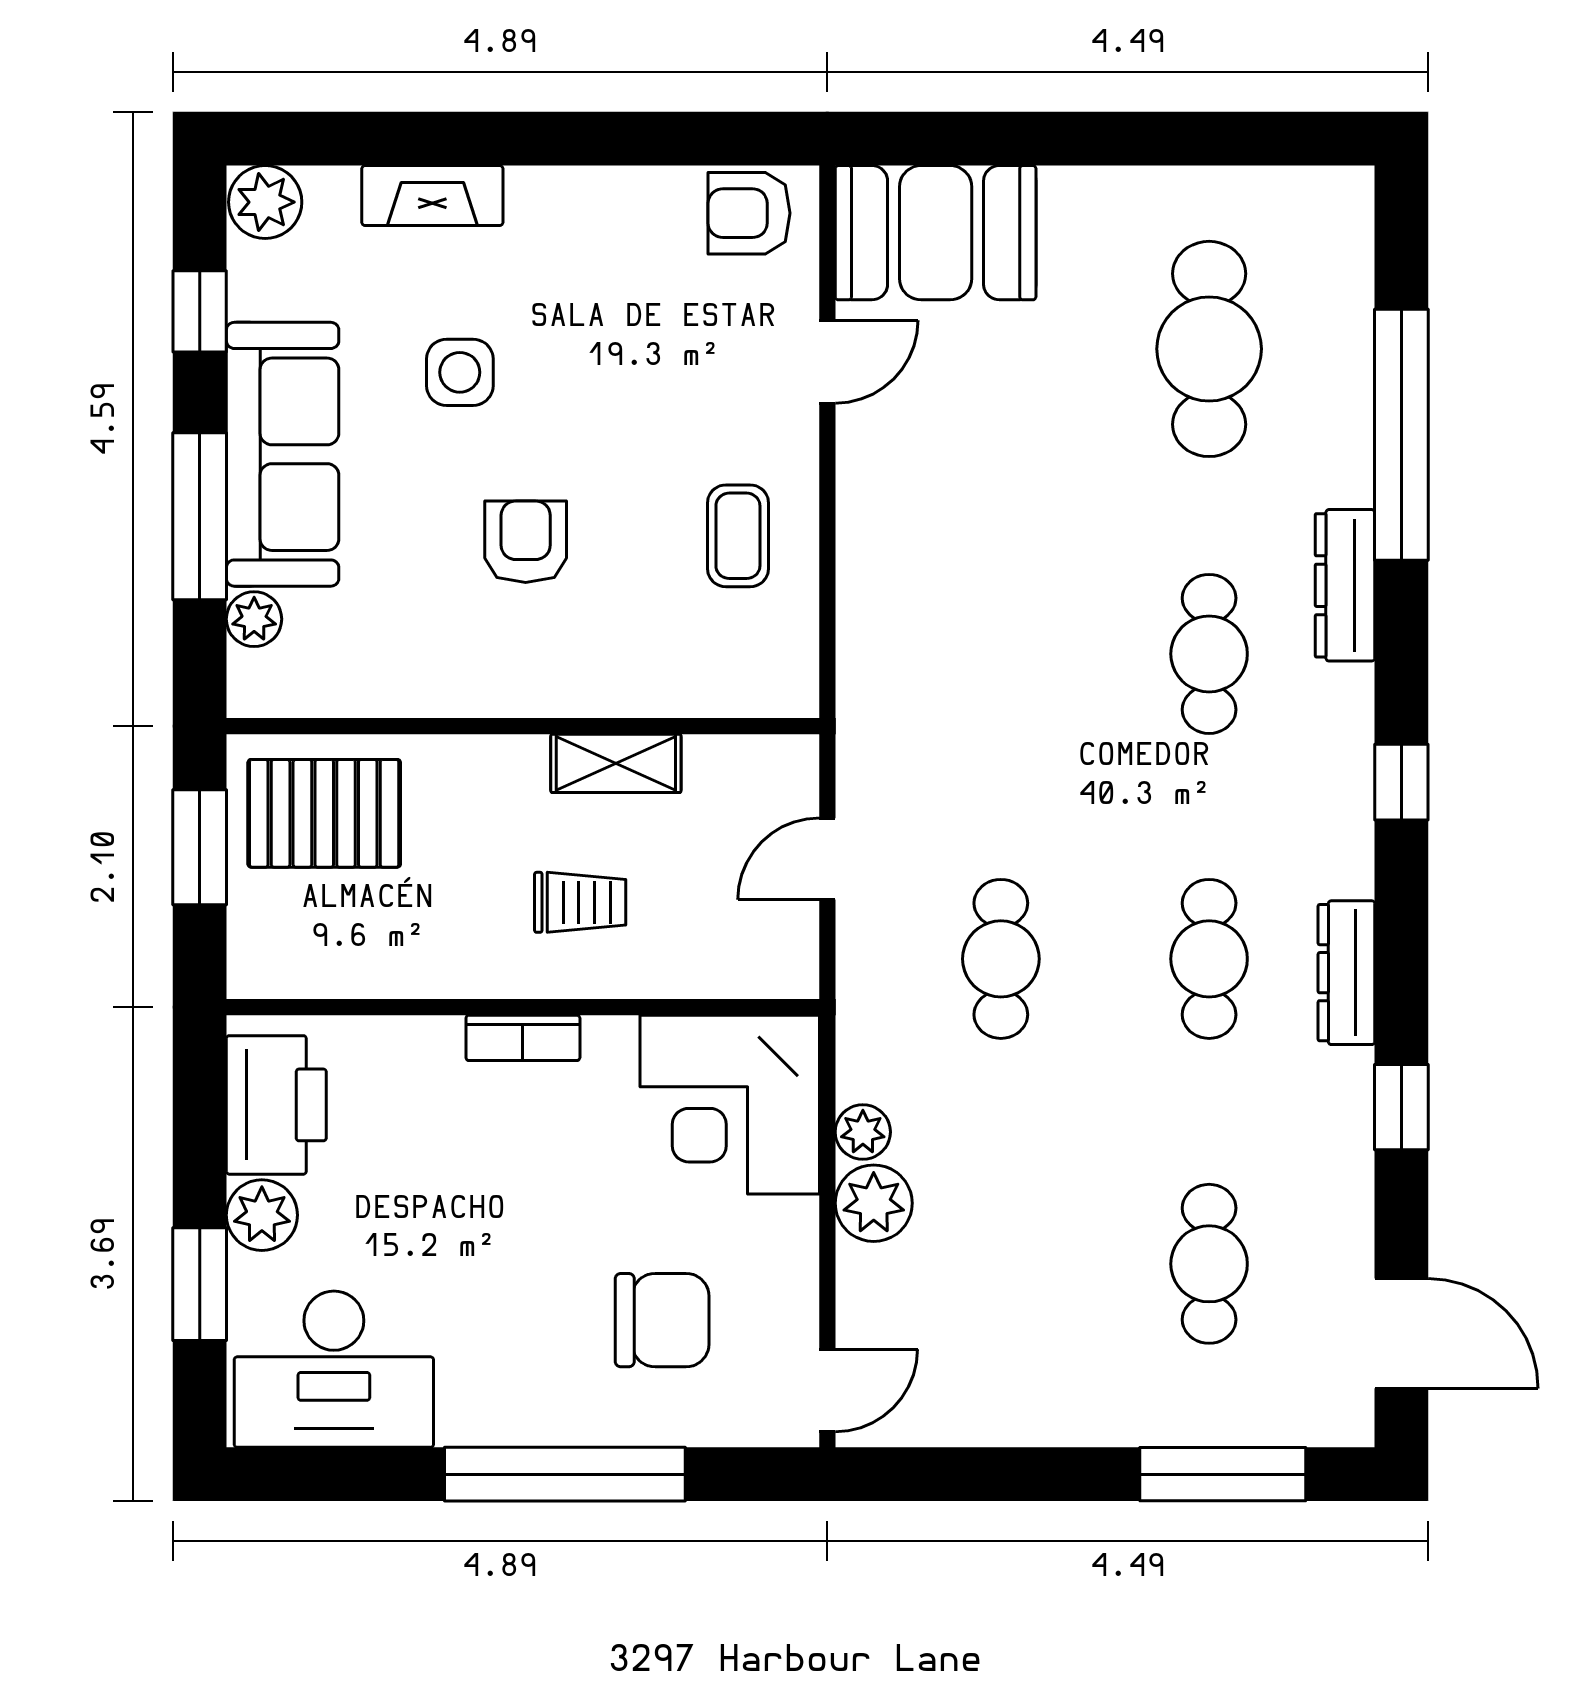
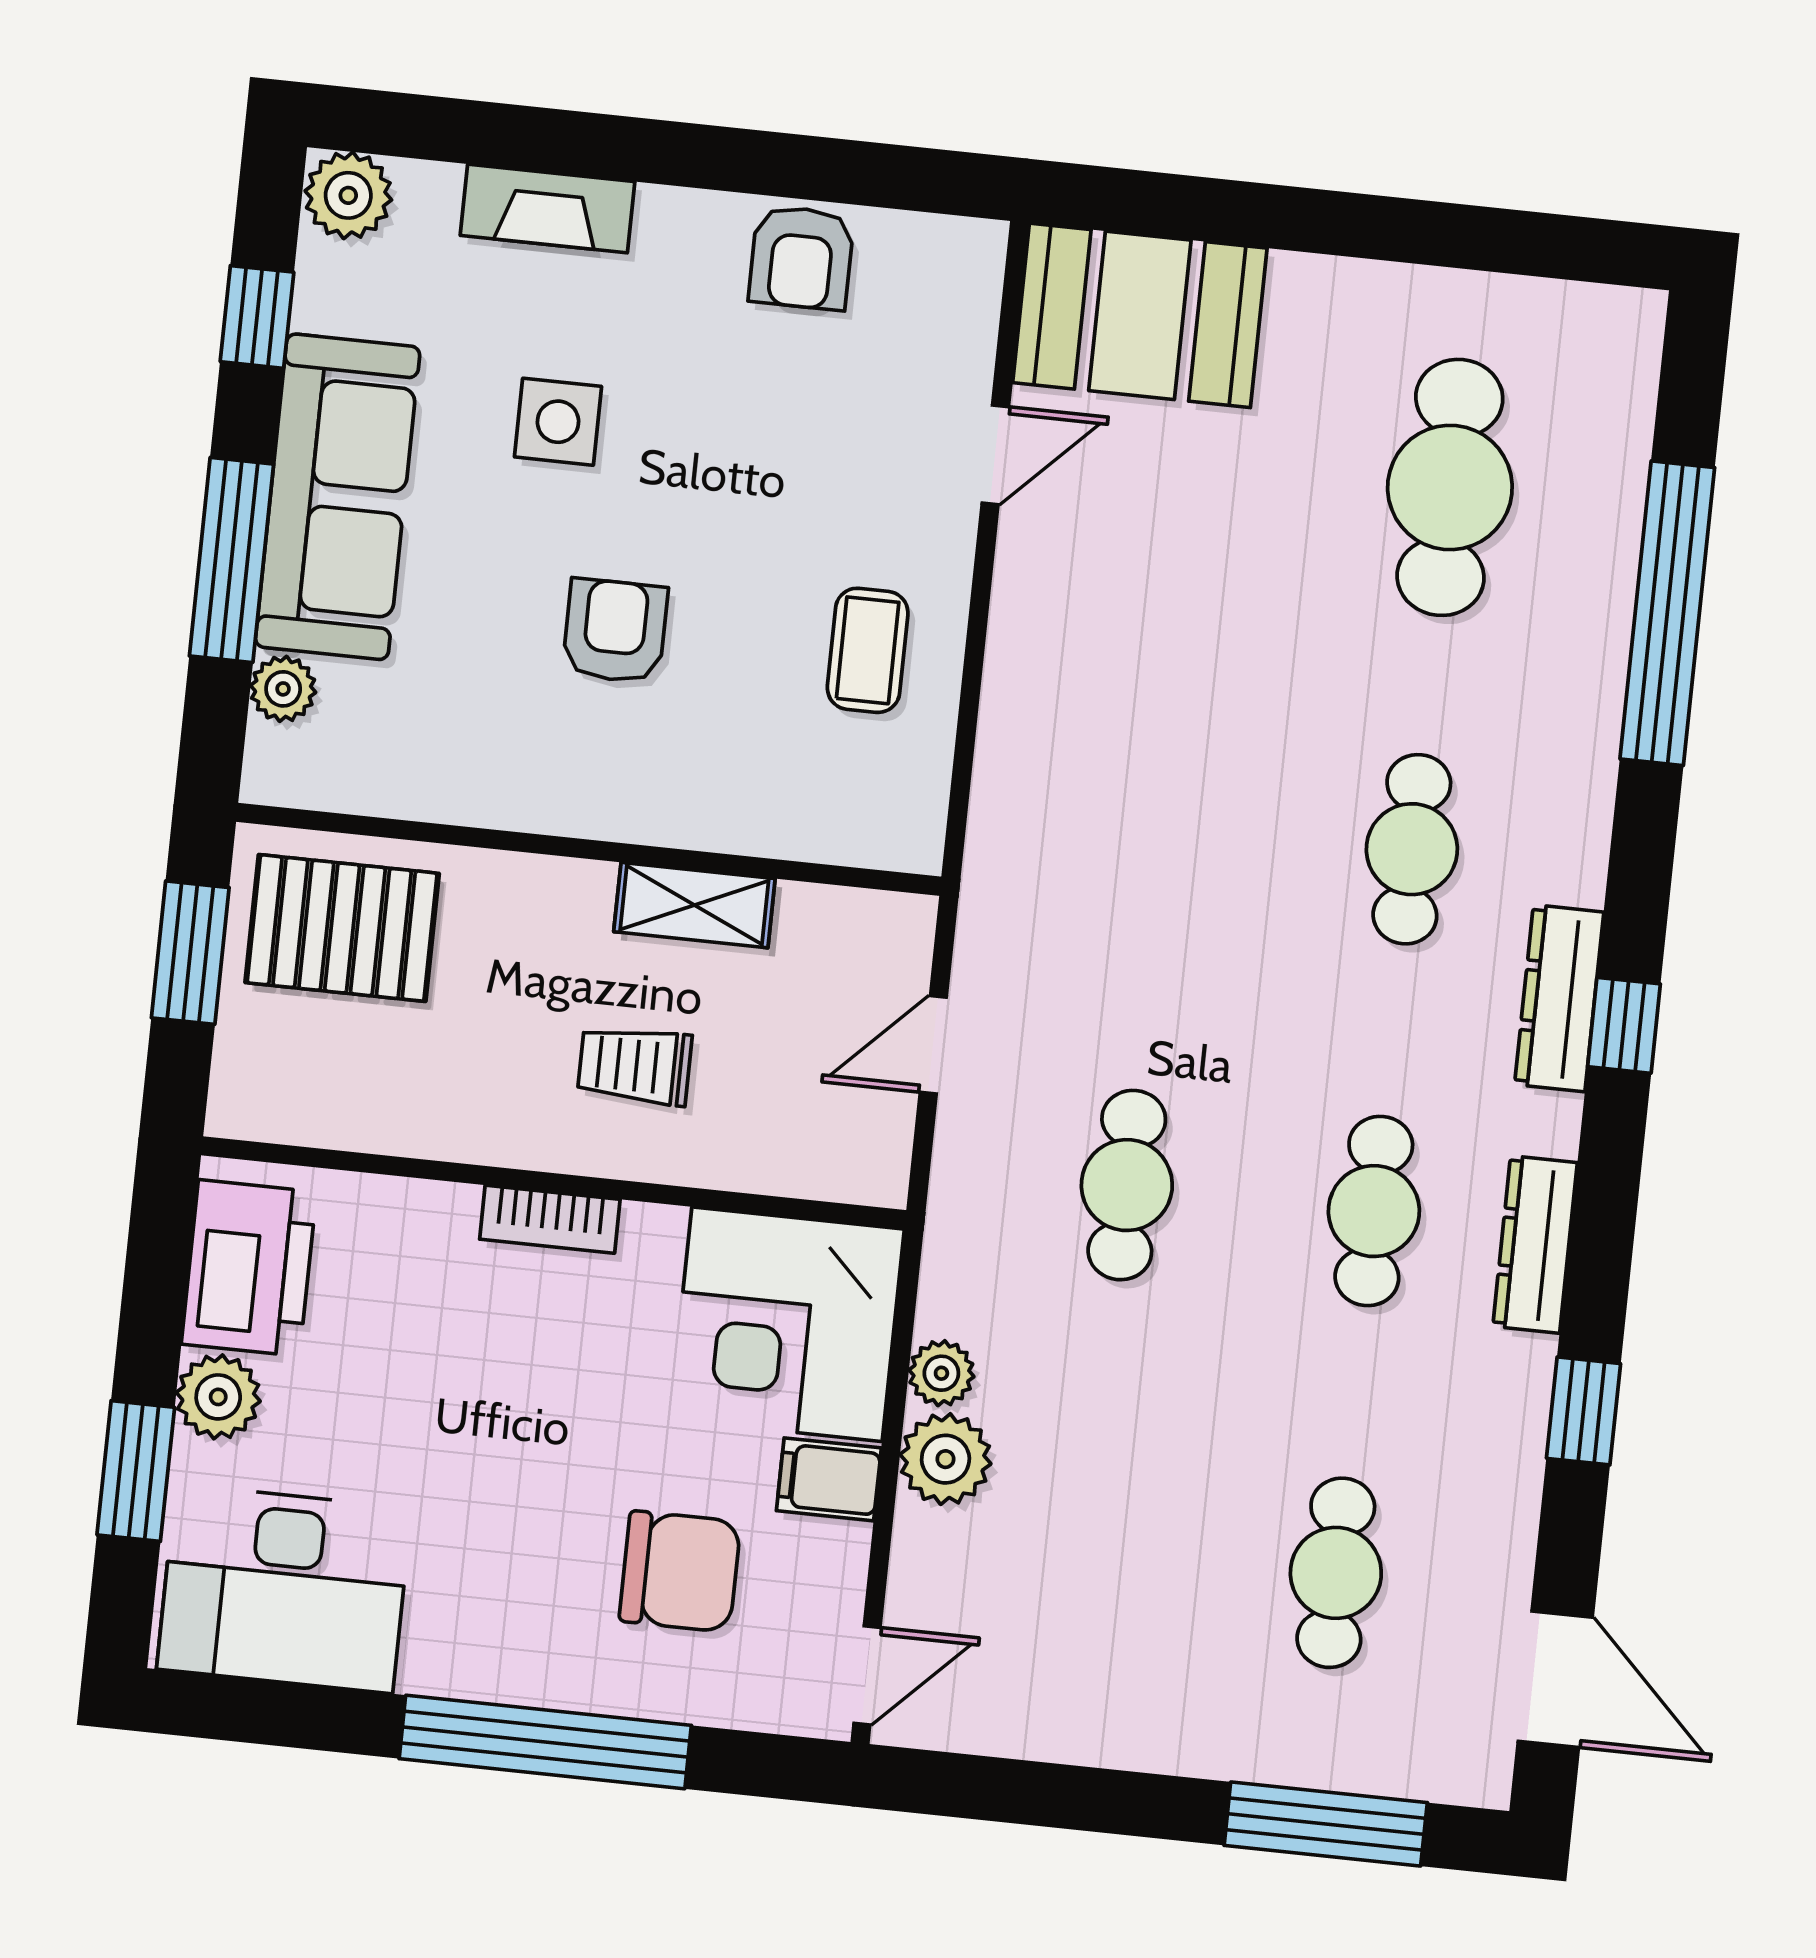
armchair: (749, 213) -> (801, 258), moved, turned -90
dresser: (1345, 585) -> (1559, 998), moved
trolley: (580, 902) -> (635, 1065), turned 180
filing cabinet: (778, 1230) -> (829, 1479), added

